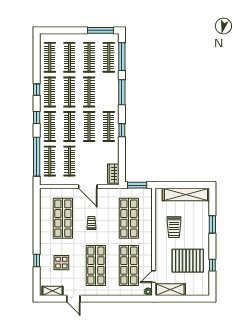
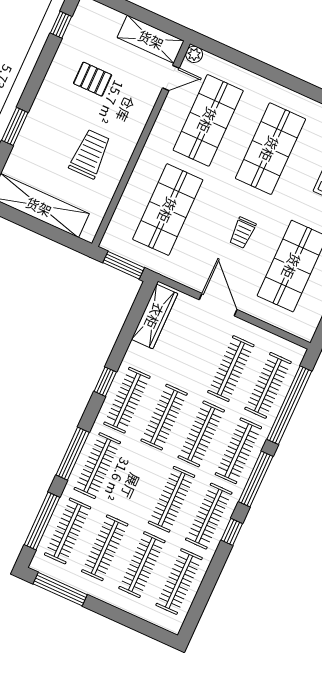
clothes rail: (89, 92) -> (97, 466), moved
window: (37, 118) -> (256, 479), width x2.17
wardrobe: (113, 174) -> (155, 316), width x1.50
pallet: (188, 261) -> (93, 79), width x0.49, depth x0.50
window: (212, 265) -> (61, 25), moved

